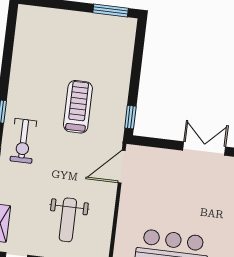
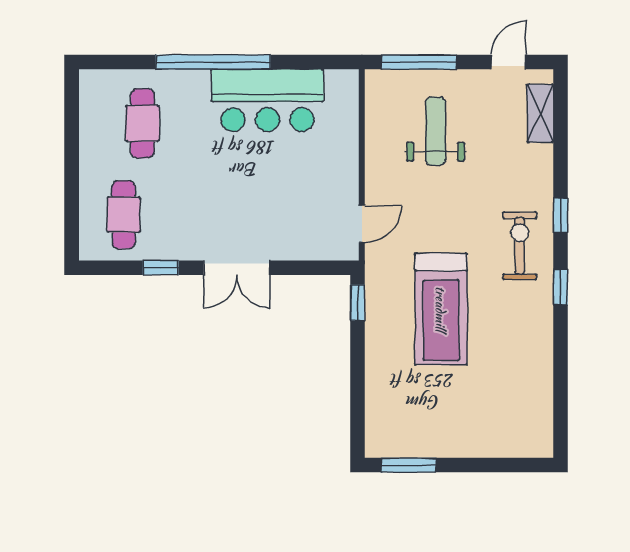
treadmill: (78, 107) -> (441, 309), width x1.37, depth x1.38
door: (122, 167) -> (362, 224), width x0.73

